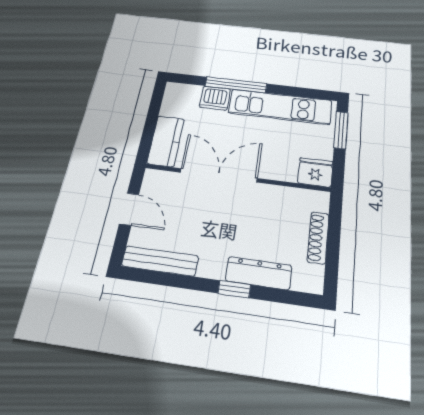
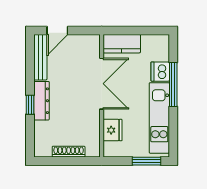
fridge: (315, 172) -> (113, 130), moved
door: (129, 209) -> (57, 31), moved
dresser: (259, 273) -> (42, 101), moved

